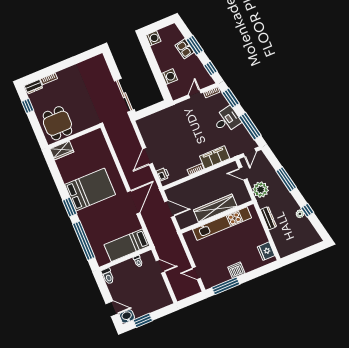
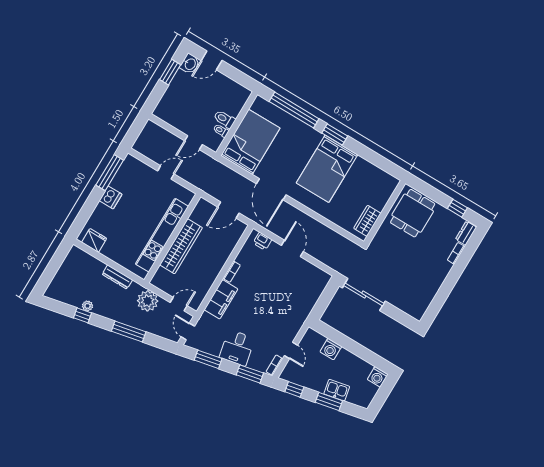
dining table: (57, 123) -> (413, 213), turned 90
window: (250, 126) -> (208, 359), width x0.69
wardrobe: (62, 150) -> (367, 221), moved
bed: (127, 245) -> (250, 142), width x1.50
door: (196, 273) -> (166, 172), moved
toilet: (108, 276) -> (225, 119), moved

